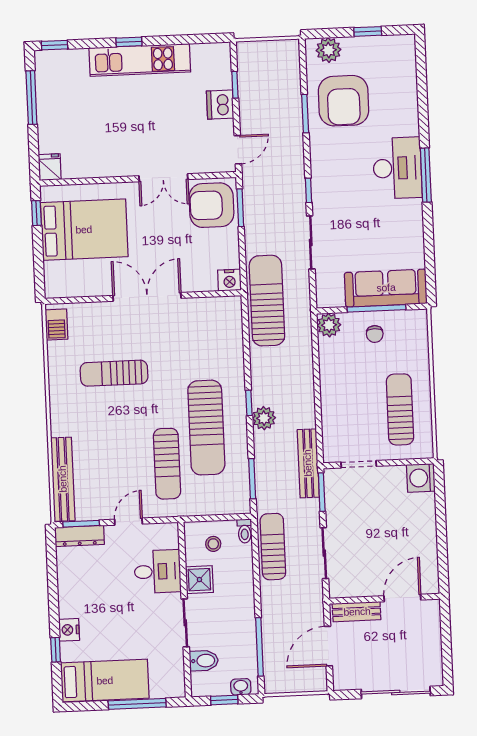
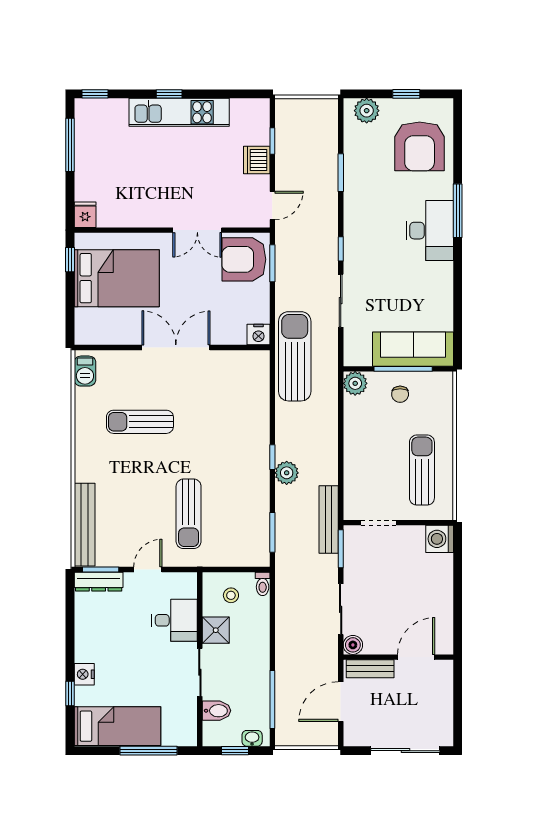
armchair: (344, 101) -> (420, 146), moved
window: (426, 175) -> (458, 211), moved
sun lounger: (206, 428) -> (229, 480), removed
sun lounger: (273, 547) -> (290, 601), removed
boiler: (338, 588) -> (353, 645), added

